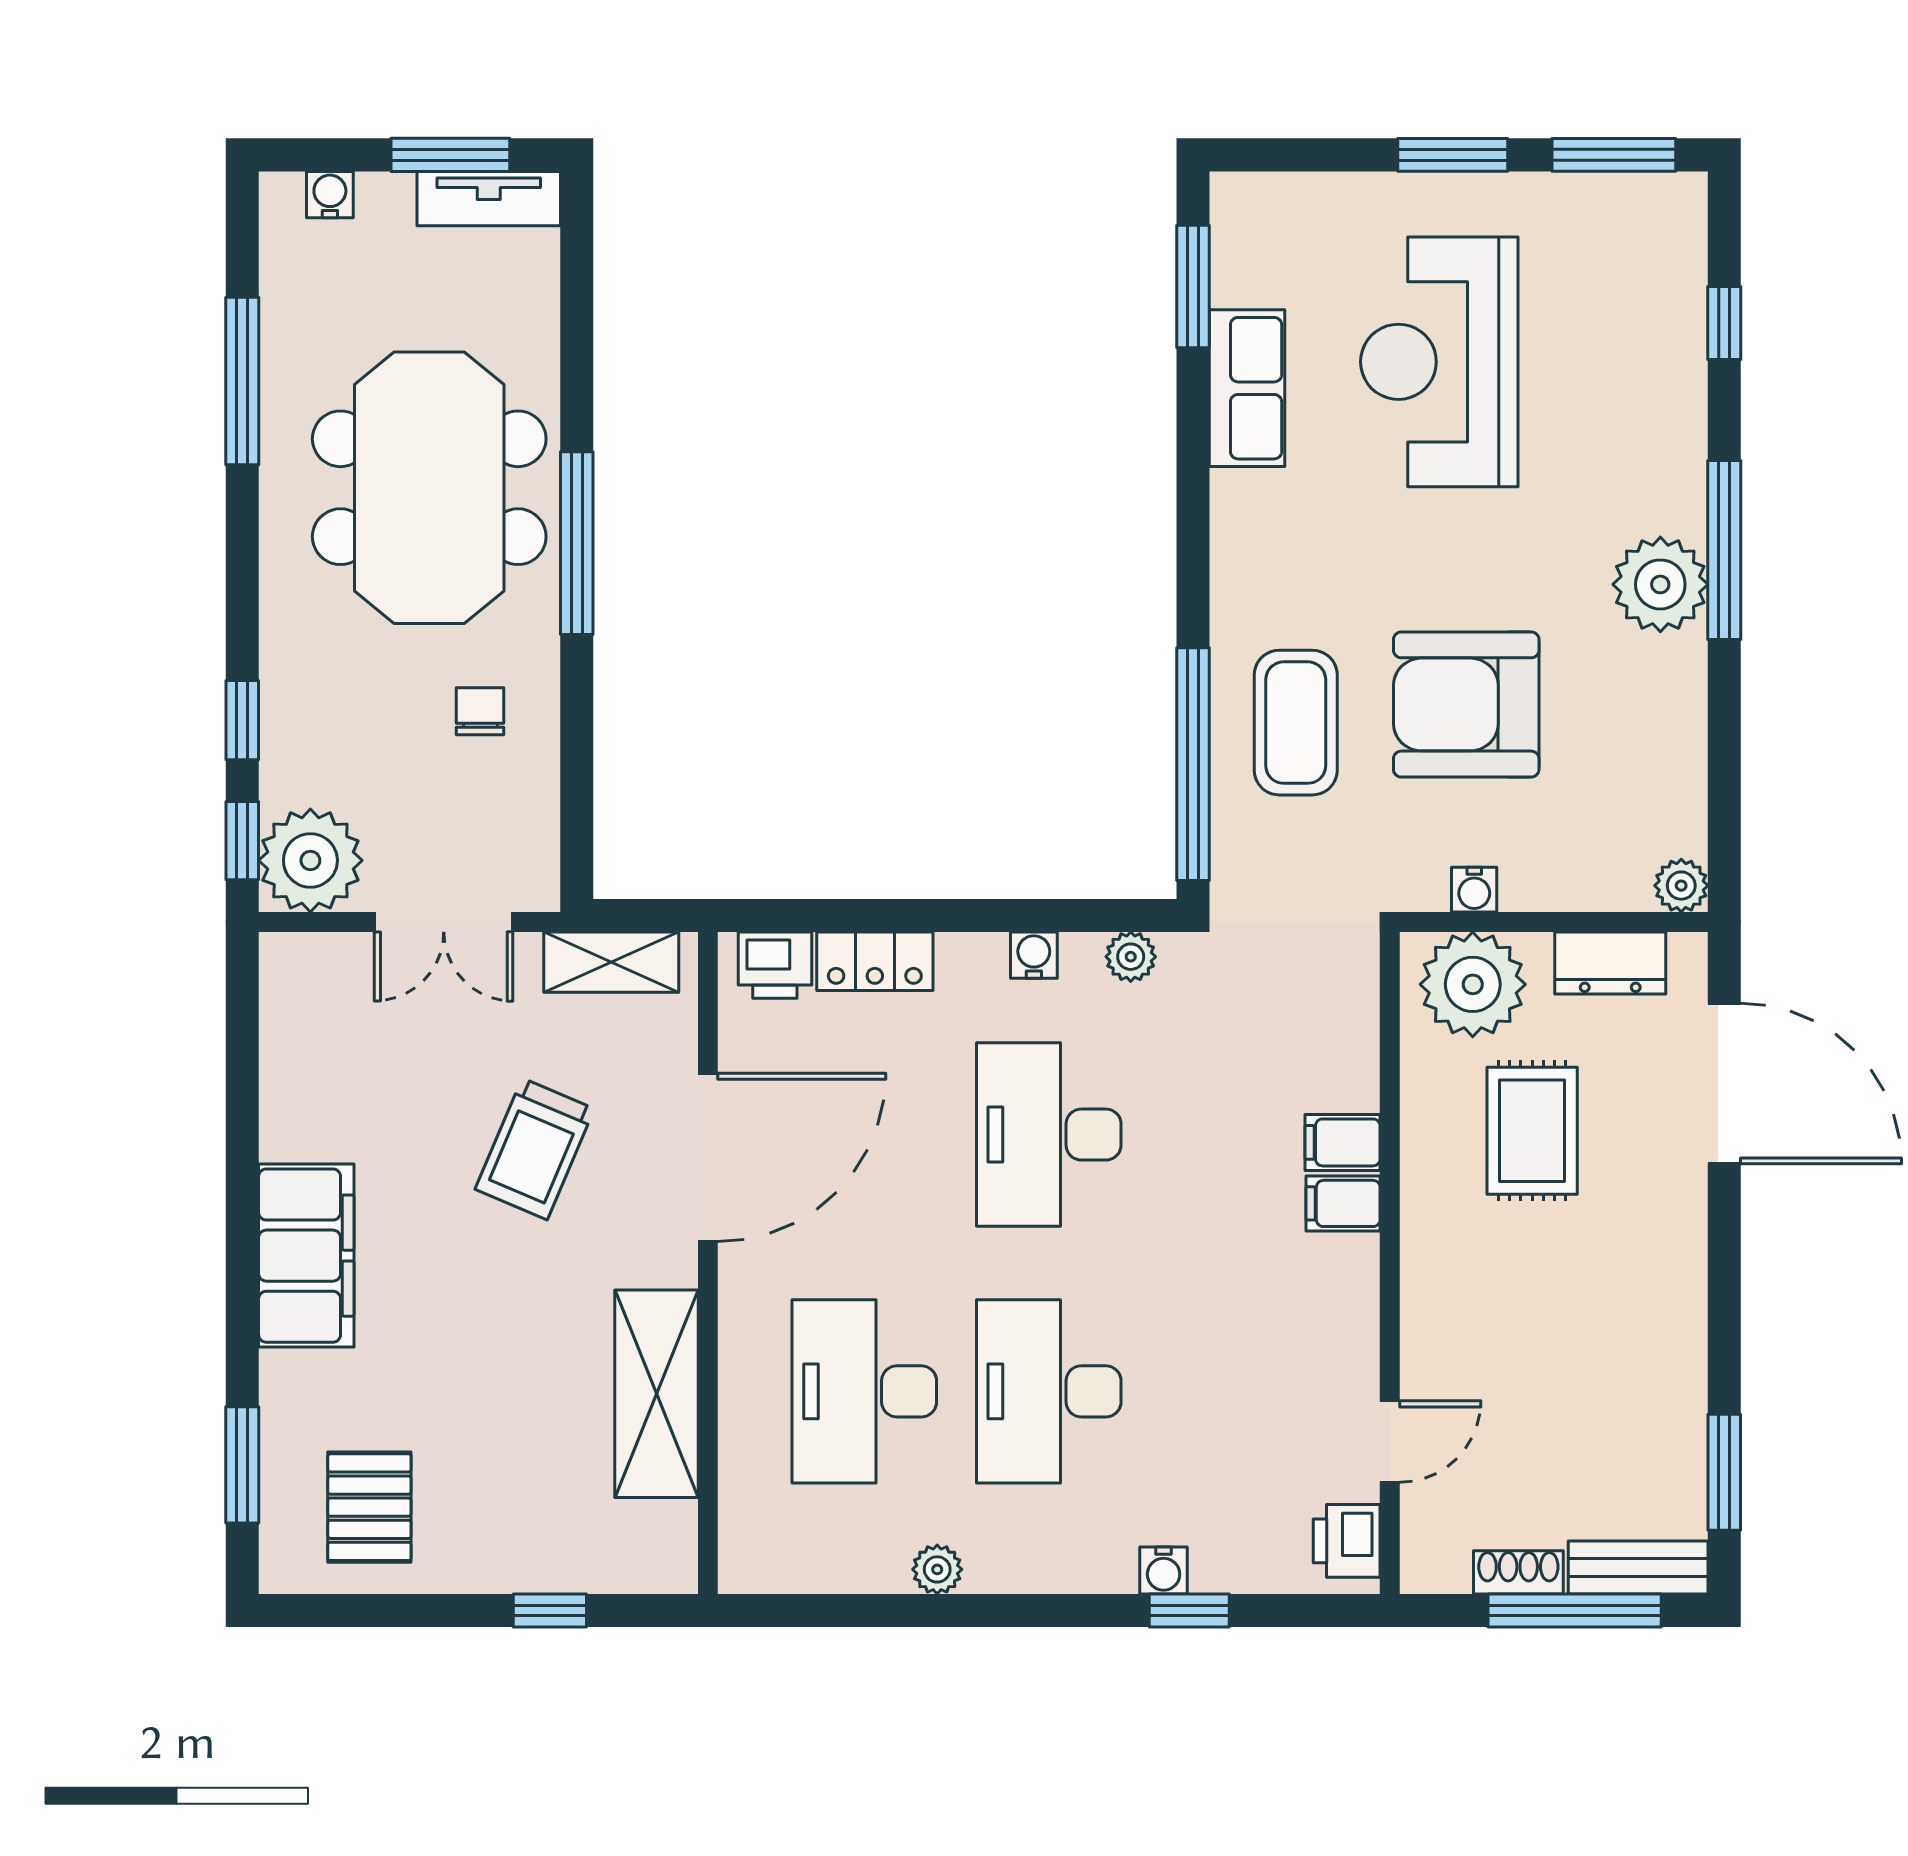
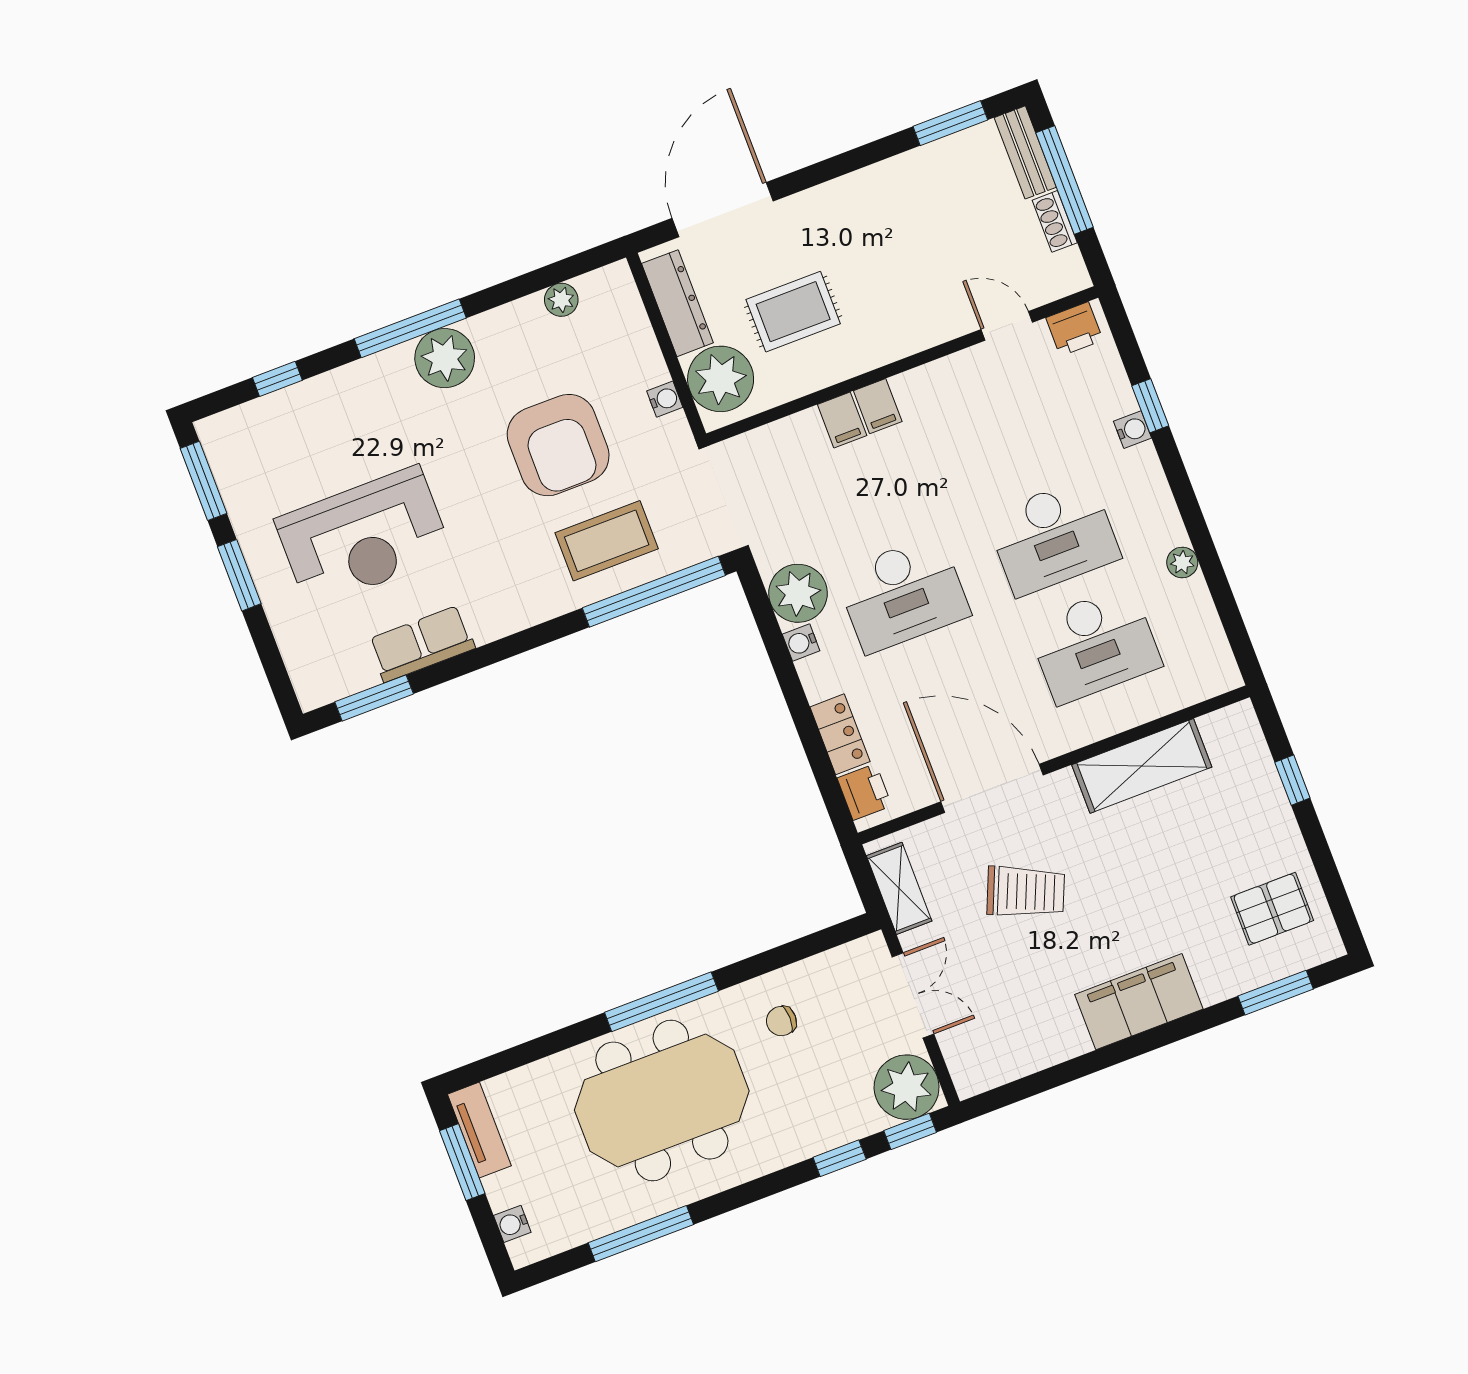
plant: (1681, 886) -> (561, 300), moved
plant: (1131, 957) -> (798, 593), width x1.87, depth x1.87
dresser: (1610, 963) -> (677, 303), width x1.44

